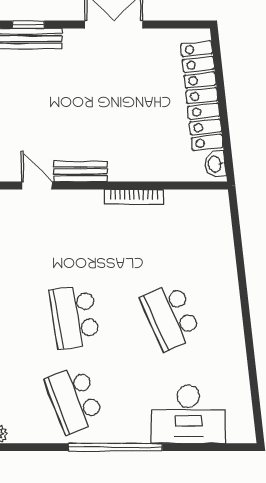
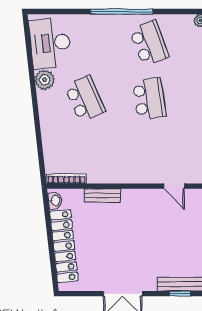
bench: (80, 172) -> (102, 195), moved
bookcase: (134, 197) -> (66, 179), moved
plant: (231, 345) -> (45, 80), added
desk: (188, 414) -> (50, 43), moved, turned -96

